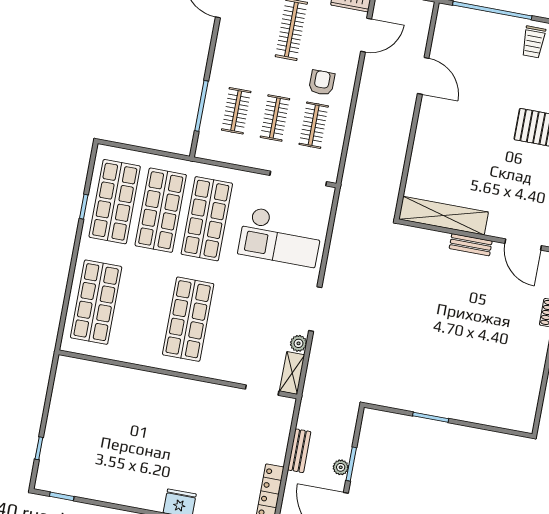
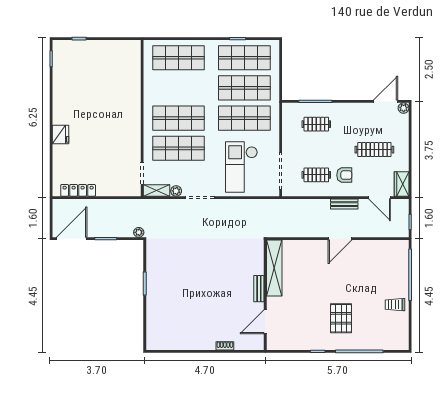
door: (423, 76) -> (340, 239), moved
clothes rail: (275, 118) -> (316, 150), removed
shop shelf: (234, 328) -> (178, 148), added
bench: (299, 451) -> (344, 204), moved
plant: (341, 467) -> (139, 232), moved

